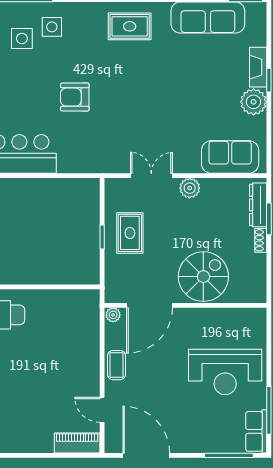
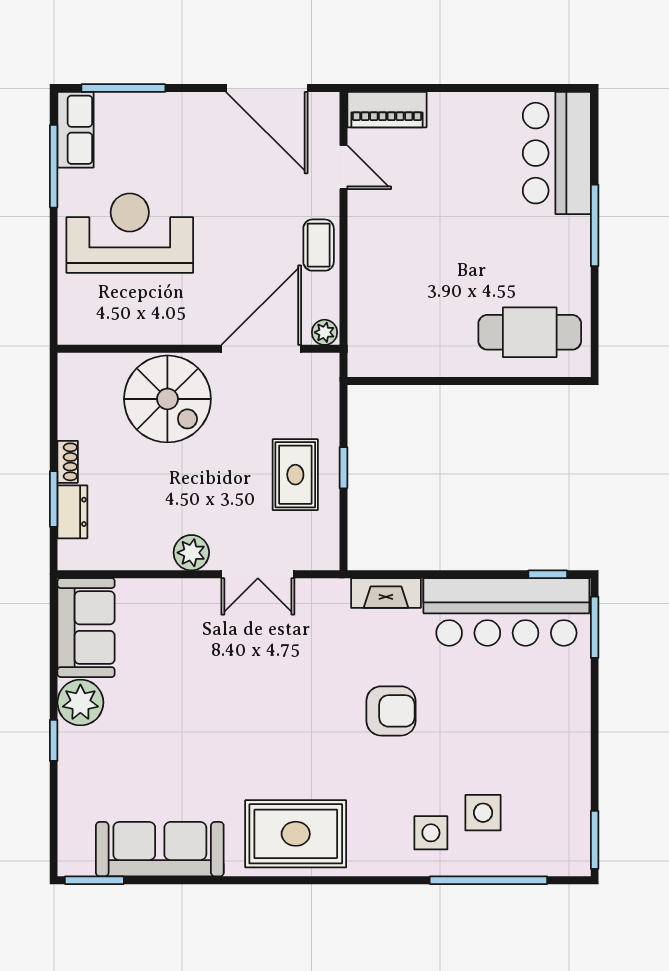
rug: (130, 26) -> (296, 834), width x1.36, depth x1.43
fireplace: (258, 67) -> (386, 593), moved, turned 90
sofa: (230, 157) -> (86, 628), moved, turned -90
dresser: (258, 205) -> (72, 512), width x0.70
spiral stairs: (203, 277) -> (167, 399), turned -90

